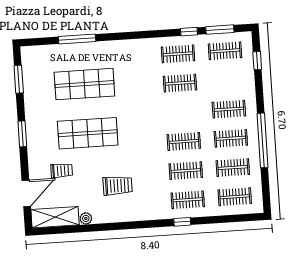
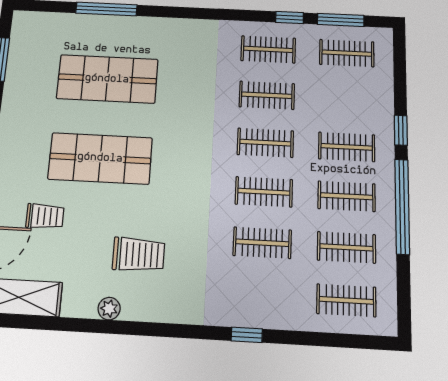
window: (257, 61) -> (401, 130), moved
clothes rail: (188, 200) -> (265, 143), moved
plant: (86, 218) -> (109, 309), moved

